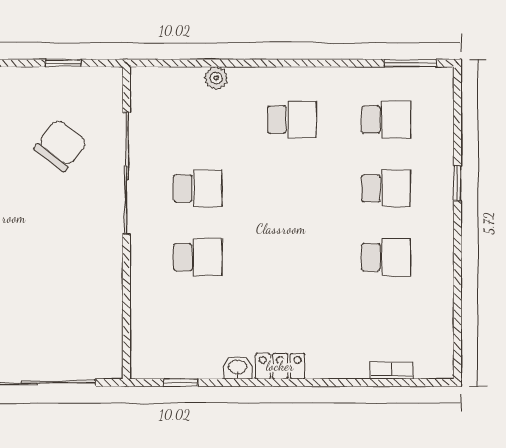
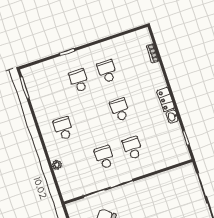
school desk: (386, 119) -> (120, 110), moved

